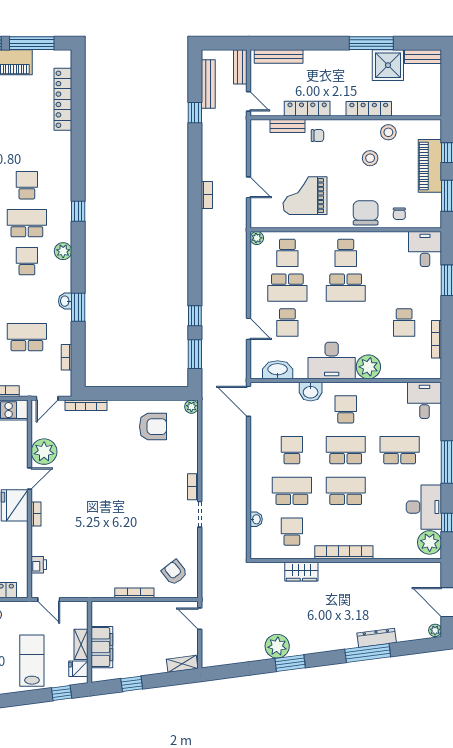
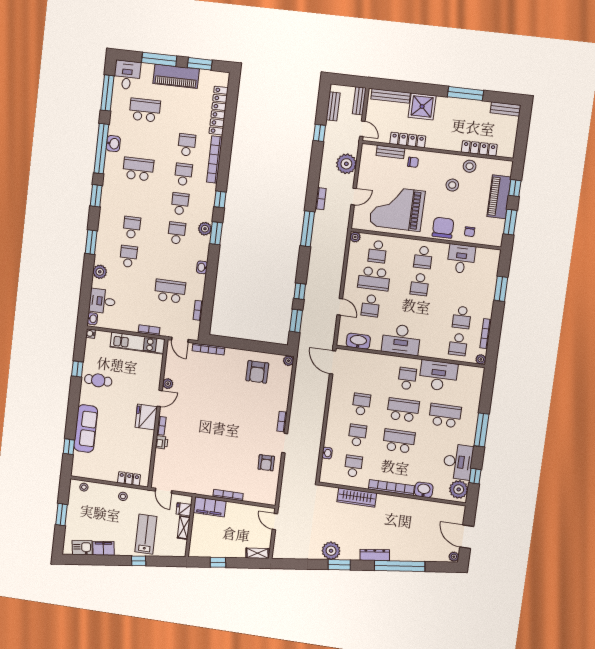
window: (32, 43) -> (200, 64), width x0.69
shower: (388, 65) -> (422, 106), moved
bench: (208, 84) -> (333, 106), width x0.73
locker: (369, 109) -> (479, 148), moved
school desk: (27, 147) -> (187, 145), added
plant: (234, 147) -> (346, 164), added
bookcase: (65, 162) -> (214, 159), added
door: (248, 187) -> (354, 197), hinge flipped
grand piano: (305, 196) -> (397, 208), width x1.37, depth x1.48
school desk: (27, 223) -> (180, 204), width x0.54
window: (195, 235) -> (307, 229), added
desk: (425, 249) -> (461, 259), moved
school desk: (346, 288) -> (420, 284), width x0.54
window: (78, 307) -> (216, 233), moved
school desk: (404, 357) -> (458, 344), added
plant: (368, 367) -> (481, 359), moved, width x0.53, depth x0.53
washbasin: (311, 392) -> (424, 490), moved, turned 180
door: (47, 398) -> (180, 340), hinge flipped
desk: (425, 400) -> (438, 376), moved, width x1.37
armchair: (153, 427) -> (257, 372), turned 90
plant: (44, 452) -> (168, 384), width x0.53, depth x0.53
school desk: (292, 491) -> (357, 435), width x0.54
printer: (39, 565) -> (162, 442), moved
armchair: (174, 572) -> (266, 463), moved, turned -143
wardrobe: (301, 572) -> (357, 497), width x1.50
dresser: (377, 638) -> (375, 555), moved
filing cabinet: (102, 647) -> (210, 507), moved, turned 90
window: (368, 653) -> (400, 566), width x1.46
fridge: (78, 669) -> (184, 509), moved
window: (62, 693) -> (139, 561), moved

